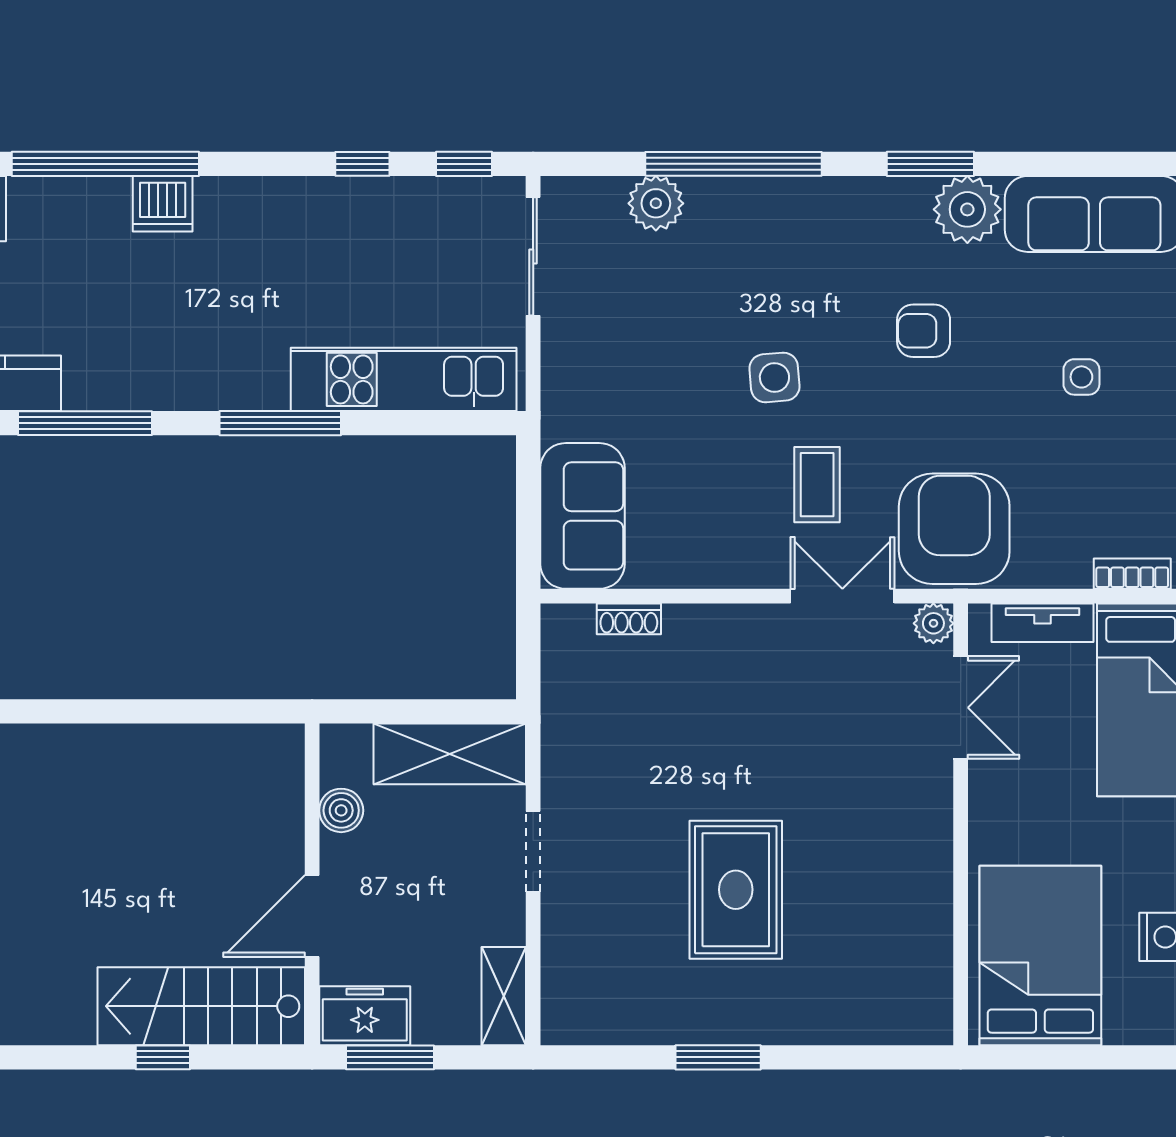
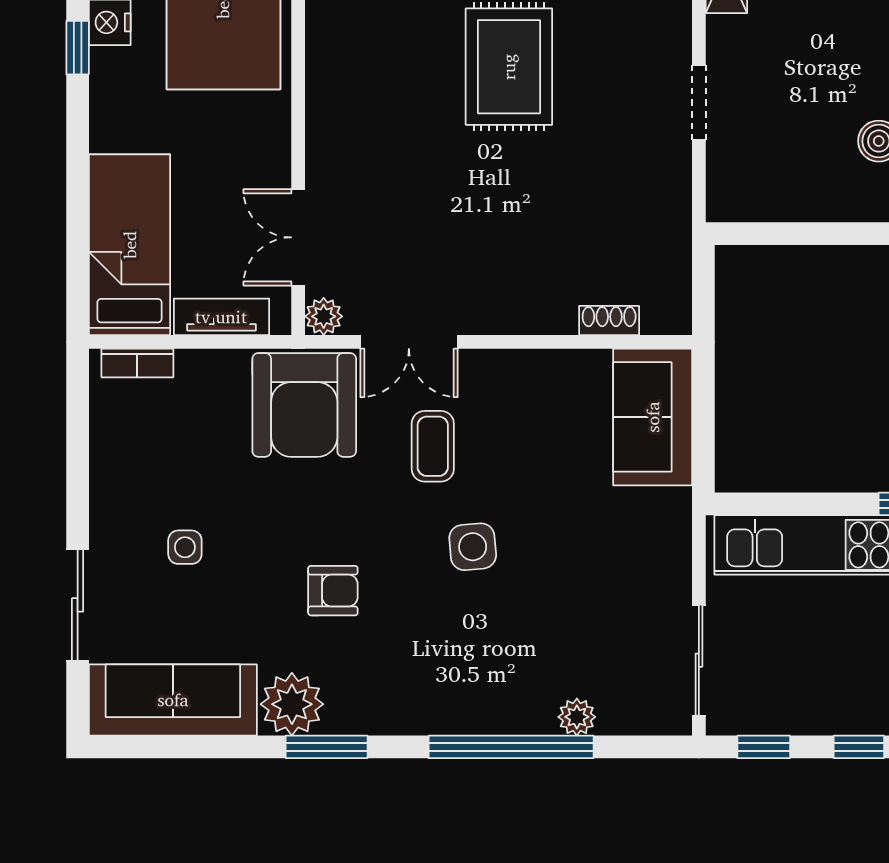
plant: (656, 203) -> (577, 717), width x0.73, depth x0.73
shelving: (450, 754) -> (777, 194), removed

